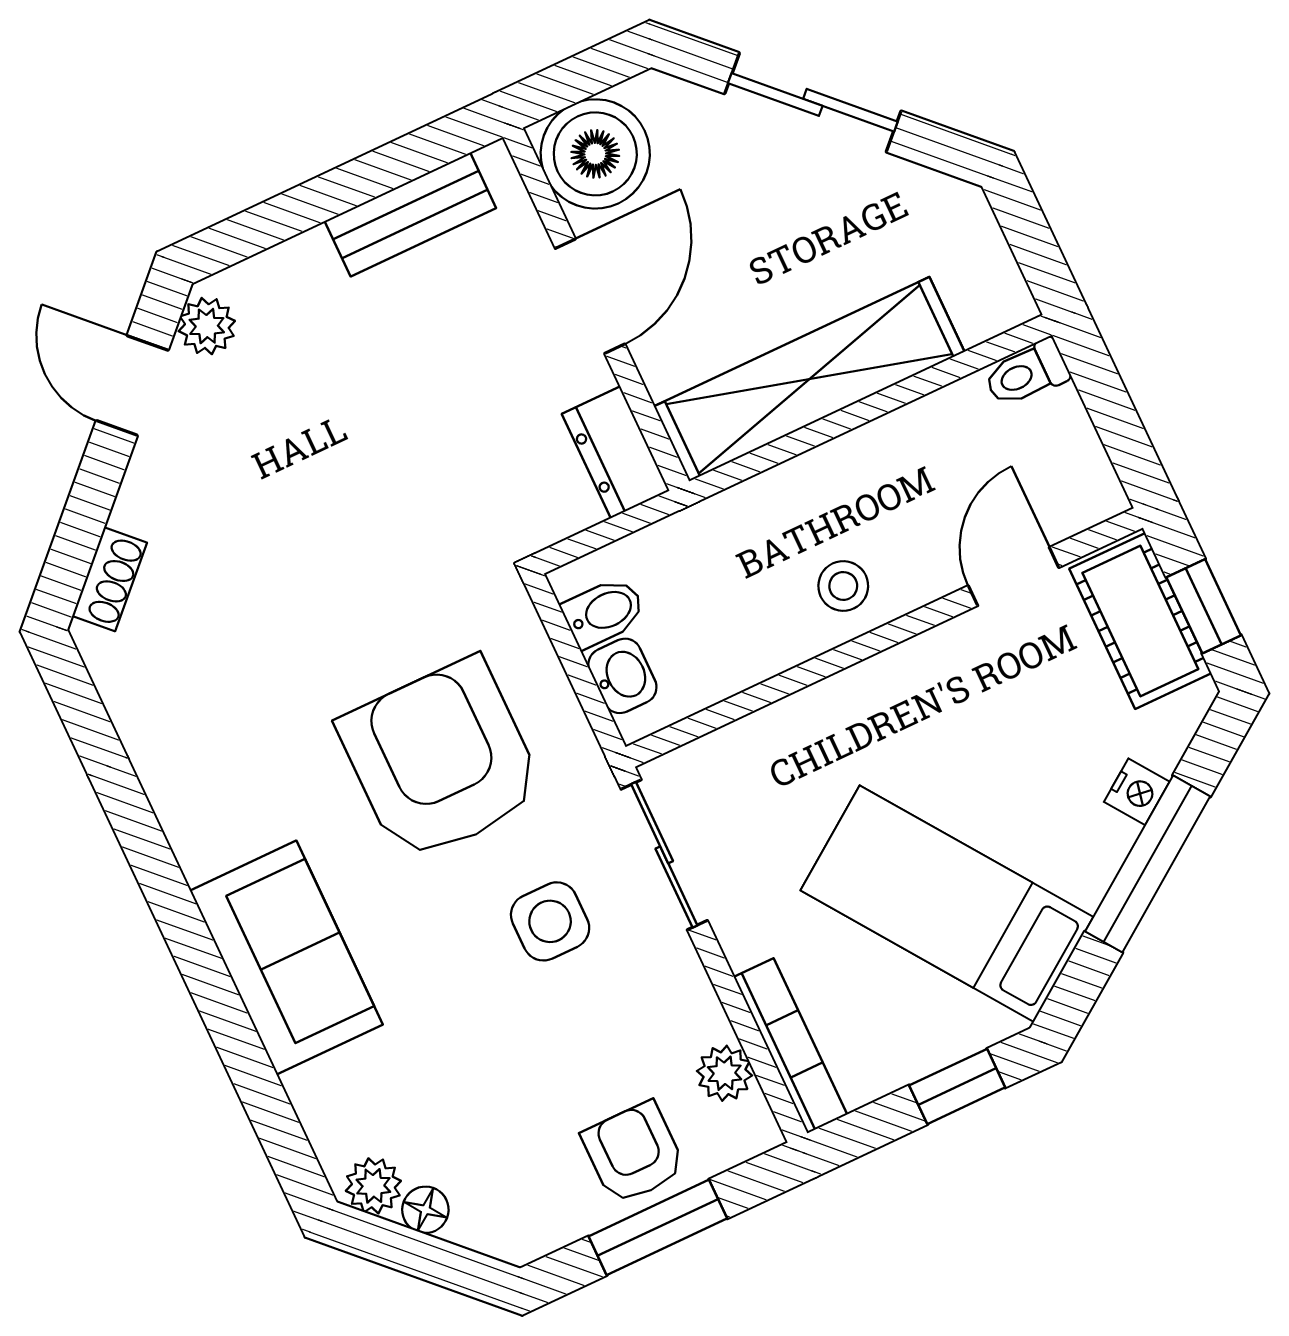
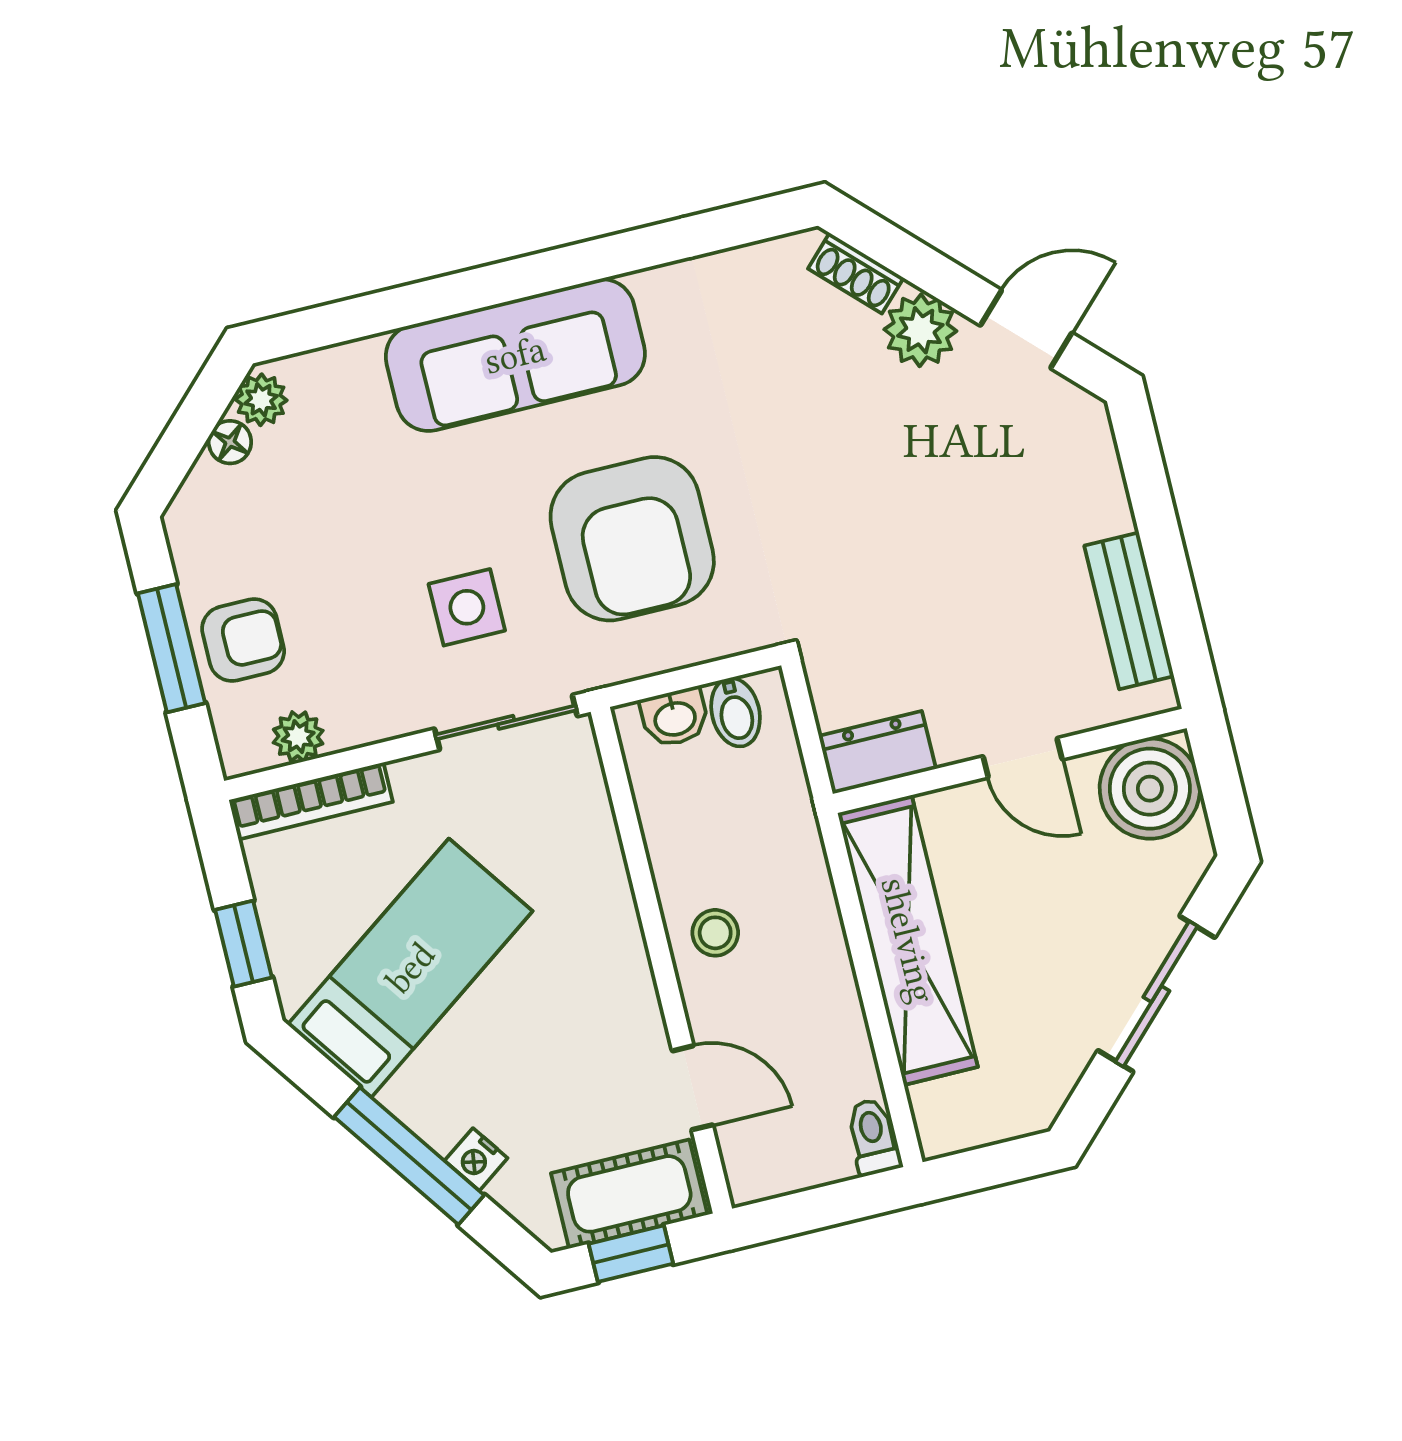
door: (590, 296) -> (1023, 758), width x0.73
plant: (207, 326) -> (920, 330), moved, width x1.38, depth x1.38
armchair: (441, 760) -> (632, 539), turned 90
sofa: (286, 958) -> (515, 355), width x1.36

